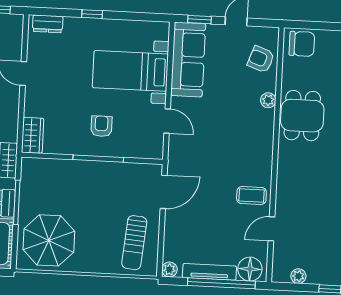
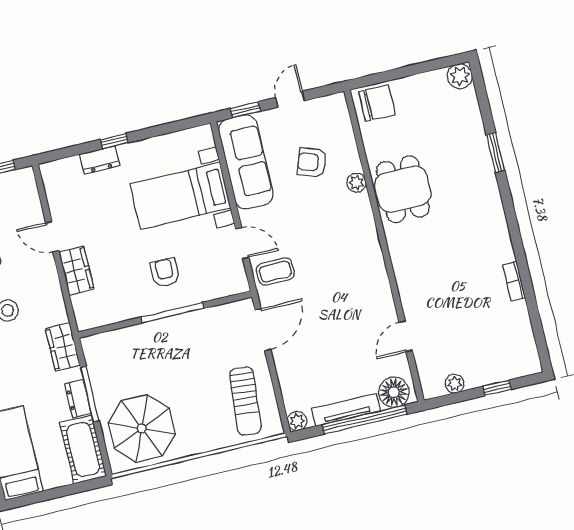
dresser: (48, 24) -> (100, 160), moved
armchair: (261, 59) -> (312, 162), moved
wardrobe: (33, 135) -> (76, 270), moved
coffee table: (251, 196) -> (275, 272), moved

